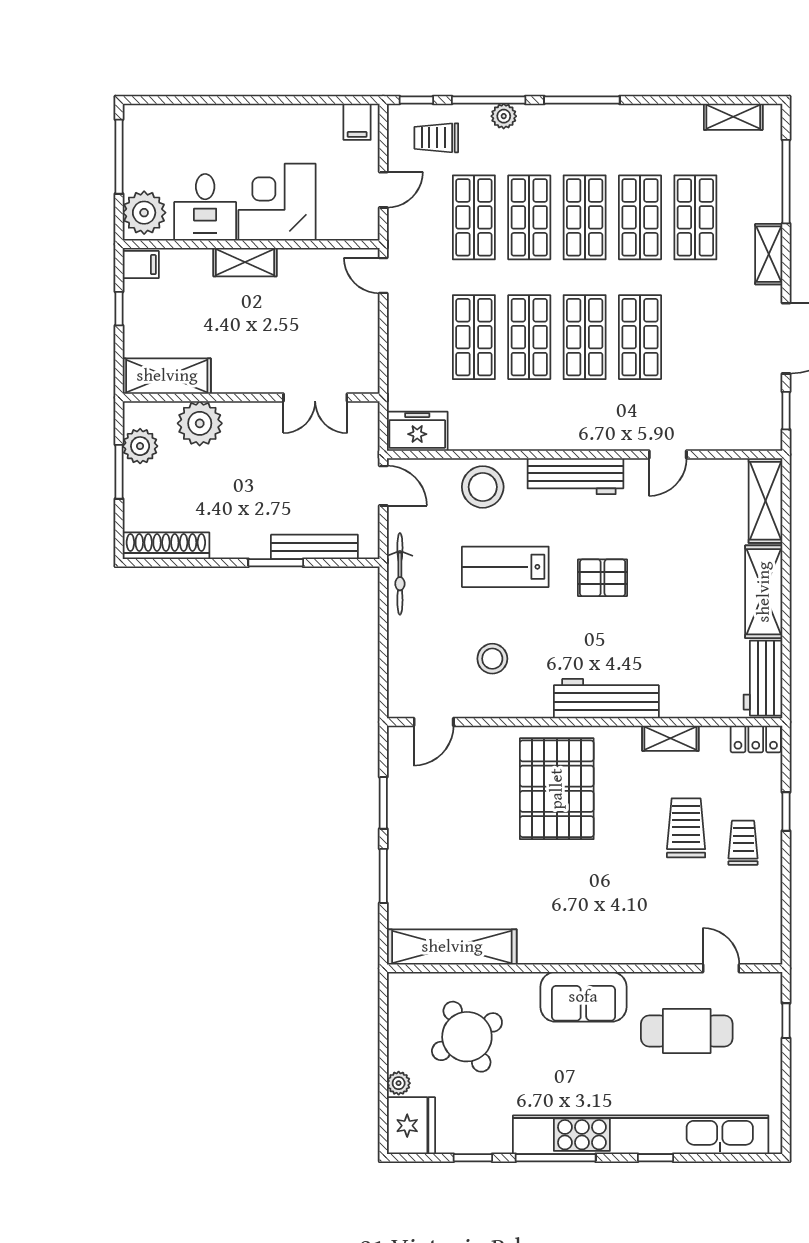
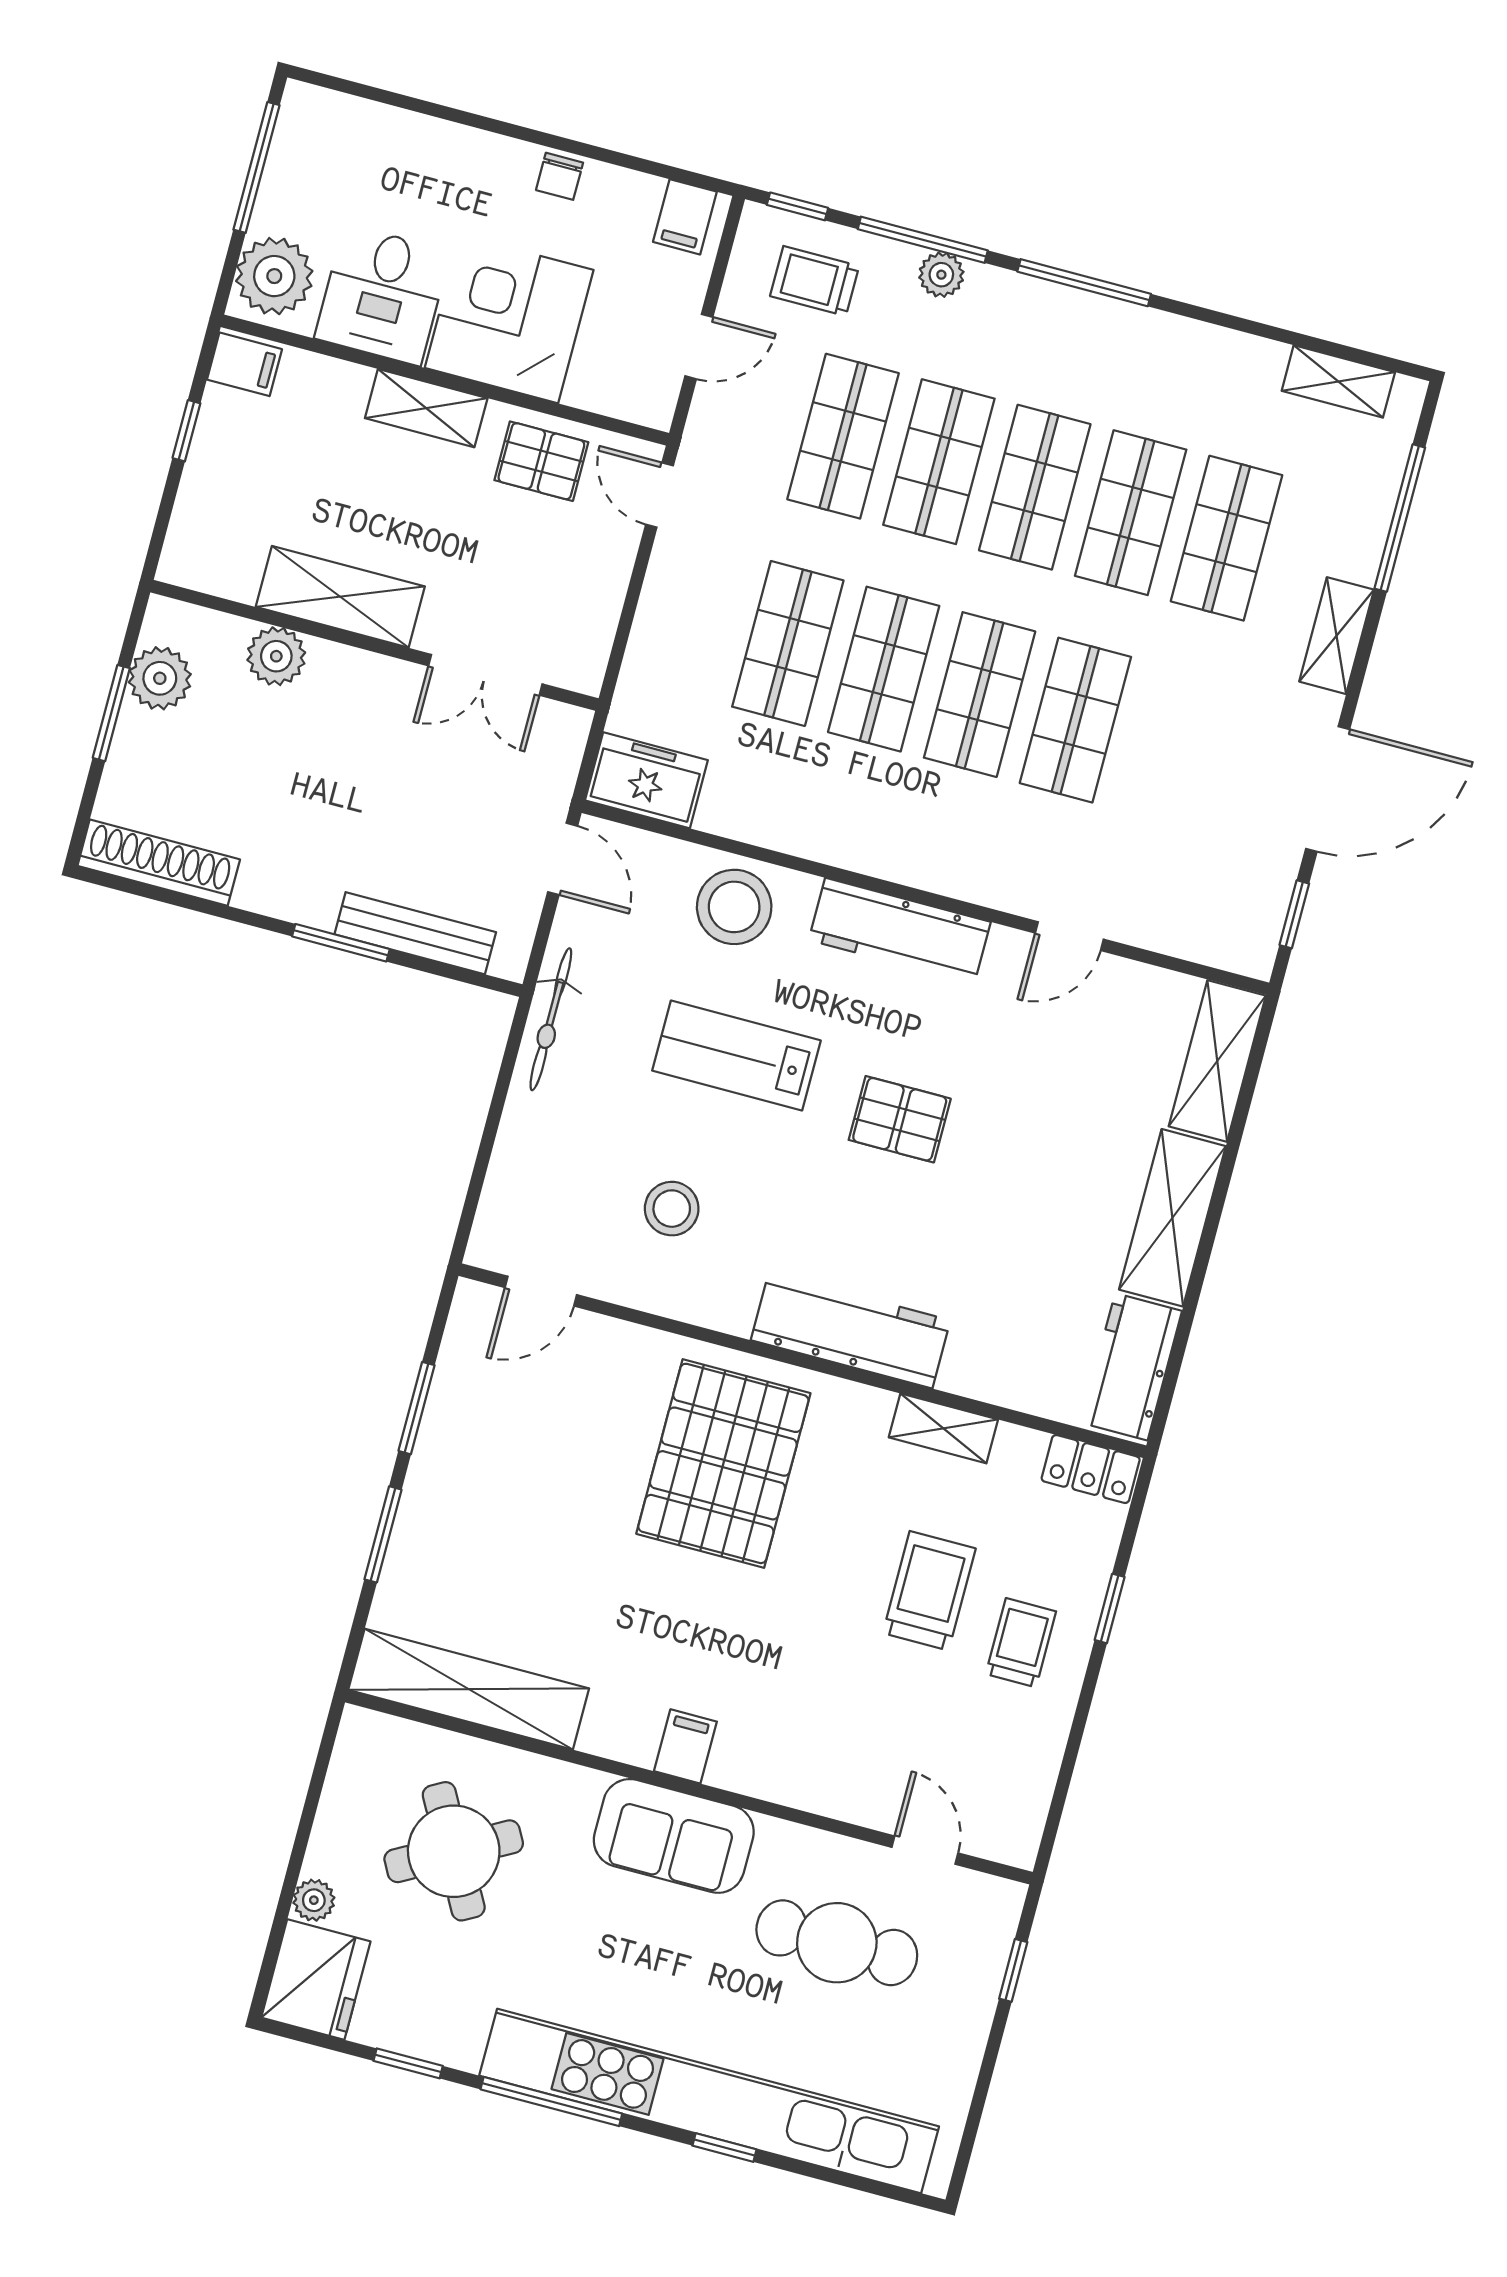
chair: (284, 118) -> (560, 176), added
pallet: (315, 274) -> (541, 461), added
shelving: (167, 376) -> (340, 597), moved
plant: (200, 423) -> (276, 656), width x0.73, depth x0.73
filing cabinet: (577, 947) -> (685, 1746), added

